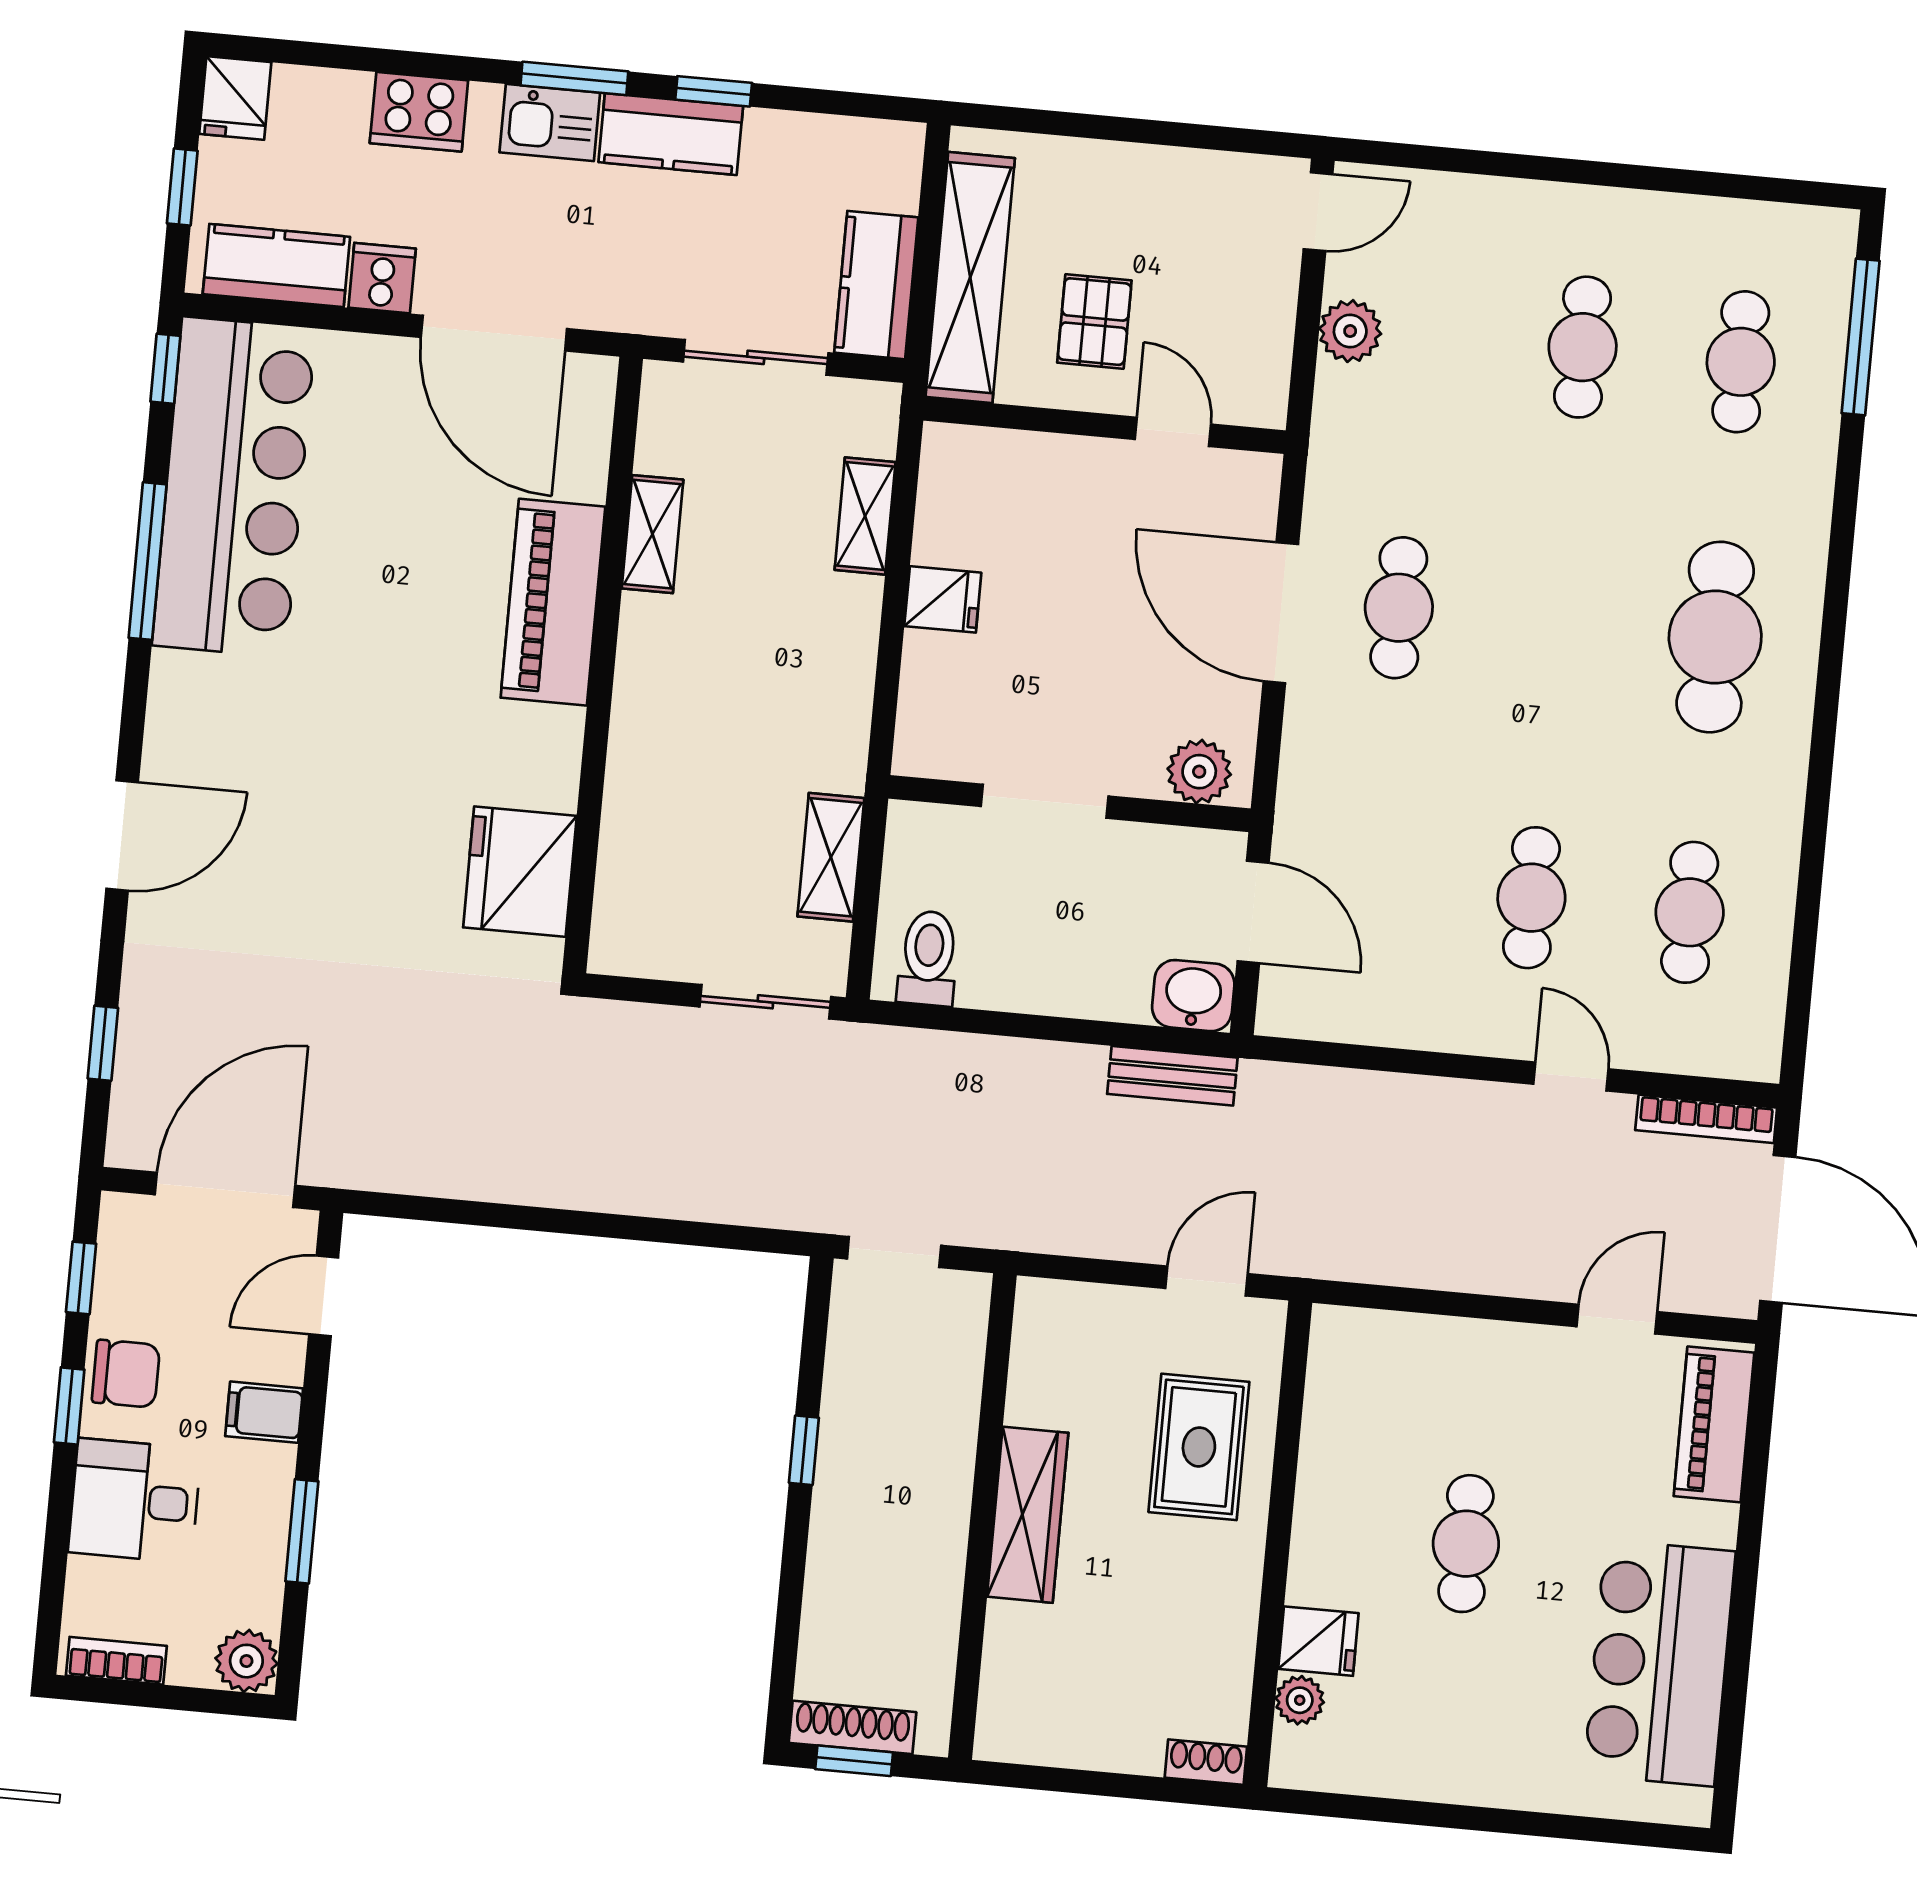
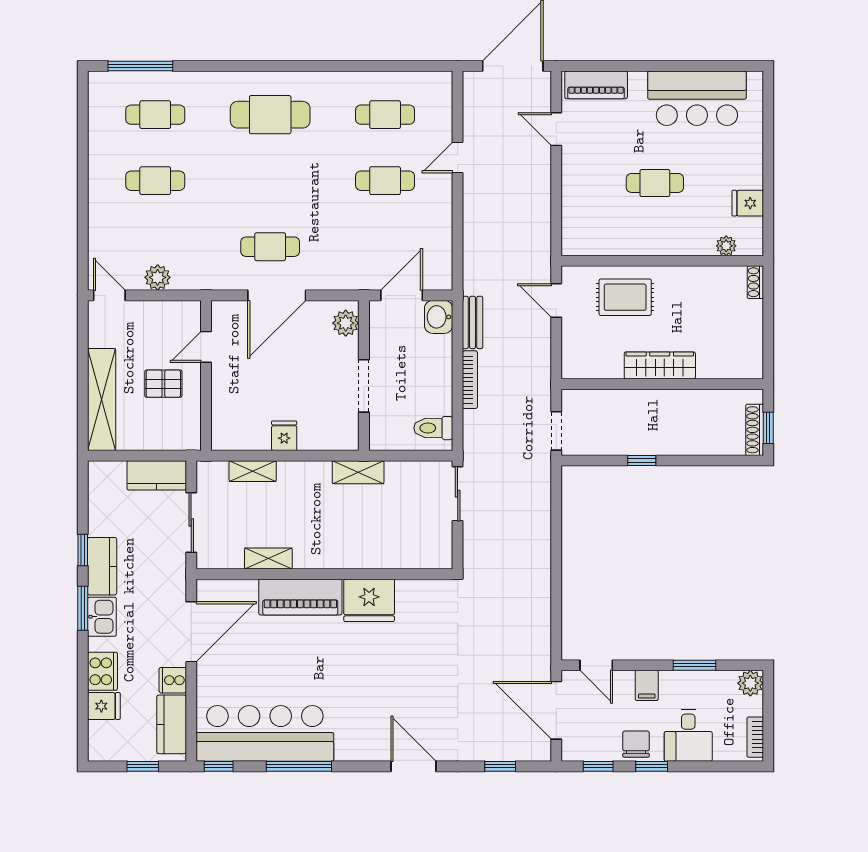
fridge: (235, 98) -> (104, 706), moved
shelving: (970, 278) -> (102, 400), moved, turned 90
shelving: (831, 857) -> (358, 472), moved
fridge: (520, 872) -> (369, 600), moved
bookcase: (1706, 1119) -> (470, 380), moved
fridge: (1318, 1641) -> (748, 203), moved, turned -90

